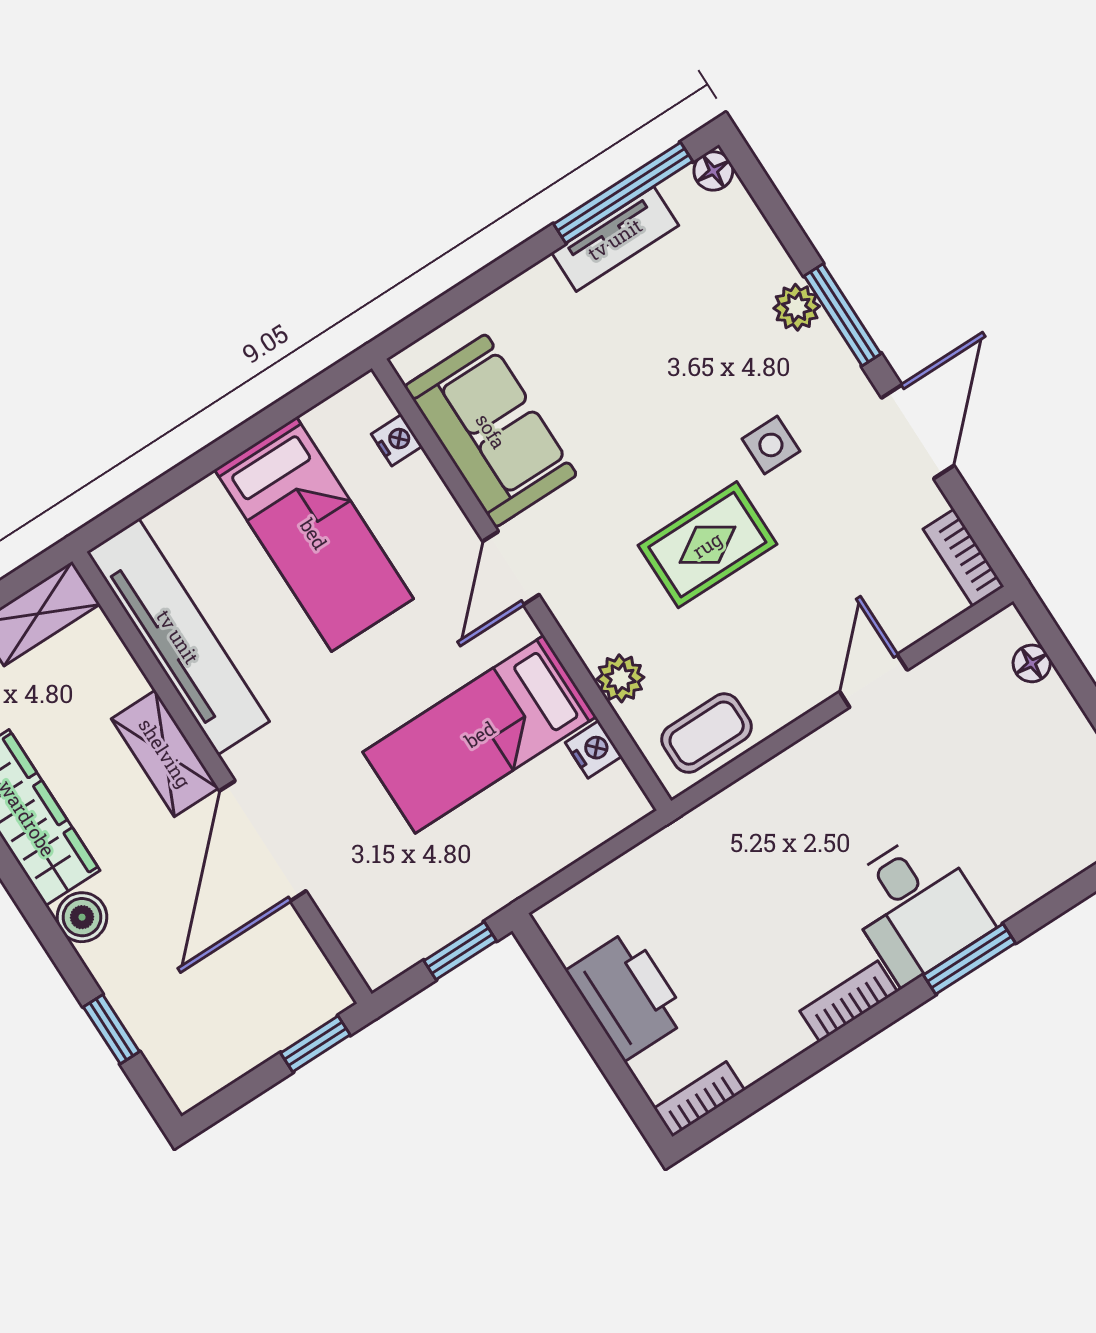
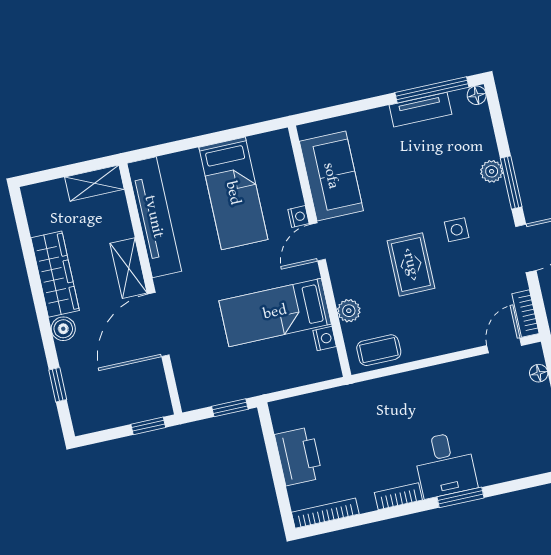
nightstand: (397, 440) -> (299, 217), moved
rug: (707, 545) -> (411, 264), turned 90
door: (873, 681) -> (504, 346), moved
bookcase: (699, 1099) -> (325, 513), width x1.56

